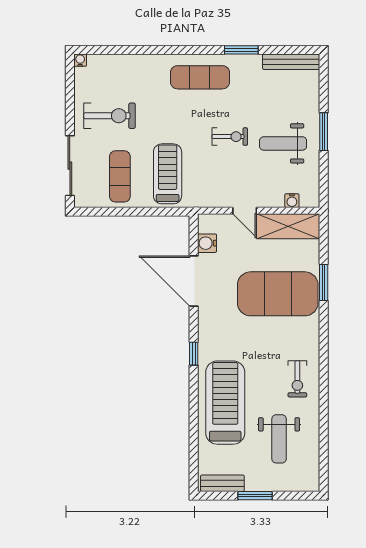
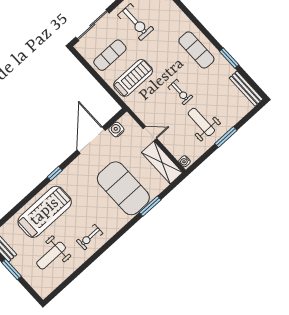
water cooler: (292, 201) -> (184, 161), moved
door: (245, 211) -> (150, 134), swing flipped

